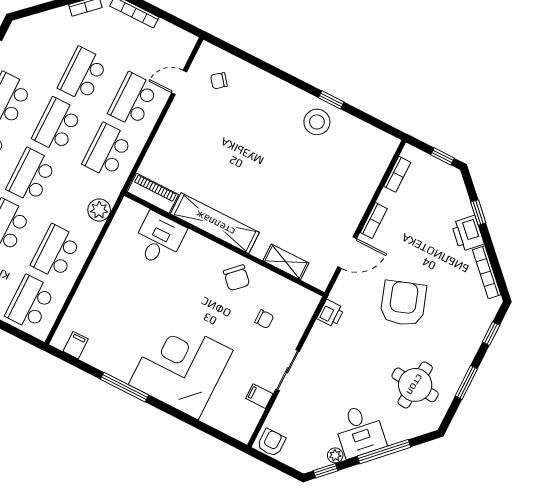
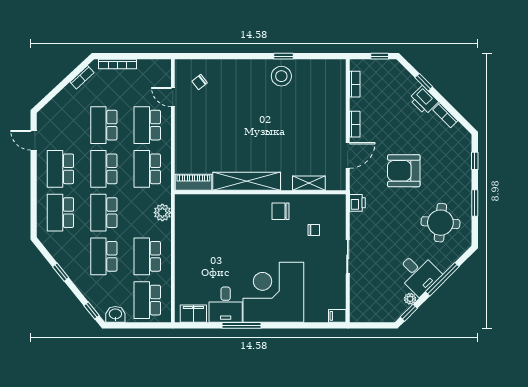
door: (179, 82) -> (173, 97), hinge flipped
desk: (159, 239) -> (226, 305), moved, turned 180
bookcase: (487, 272) -> (445, 115), width x0.64
chair: (237, 278) -> (280, 211), turned 134
armchair: (403, 303) -> (404, 171), turned -71
filing cabinet: (76, 345) -> (193, 314), width x2.00
filing cabinet: (259, 396) -> (337, 316), moved
armchair: (271, 443) -> (362, 312), removed

